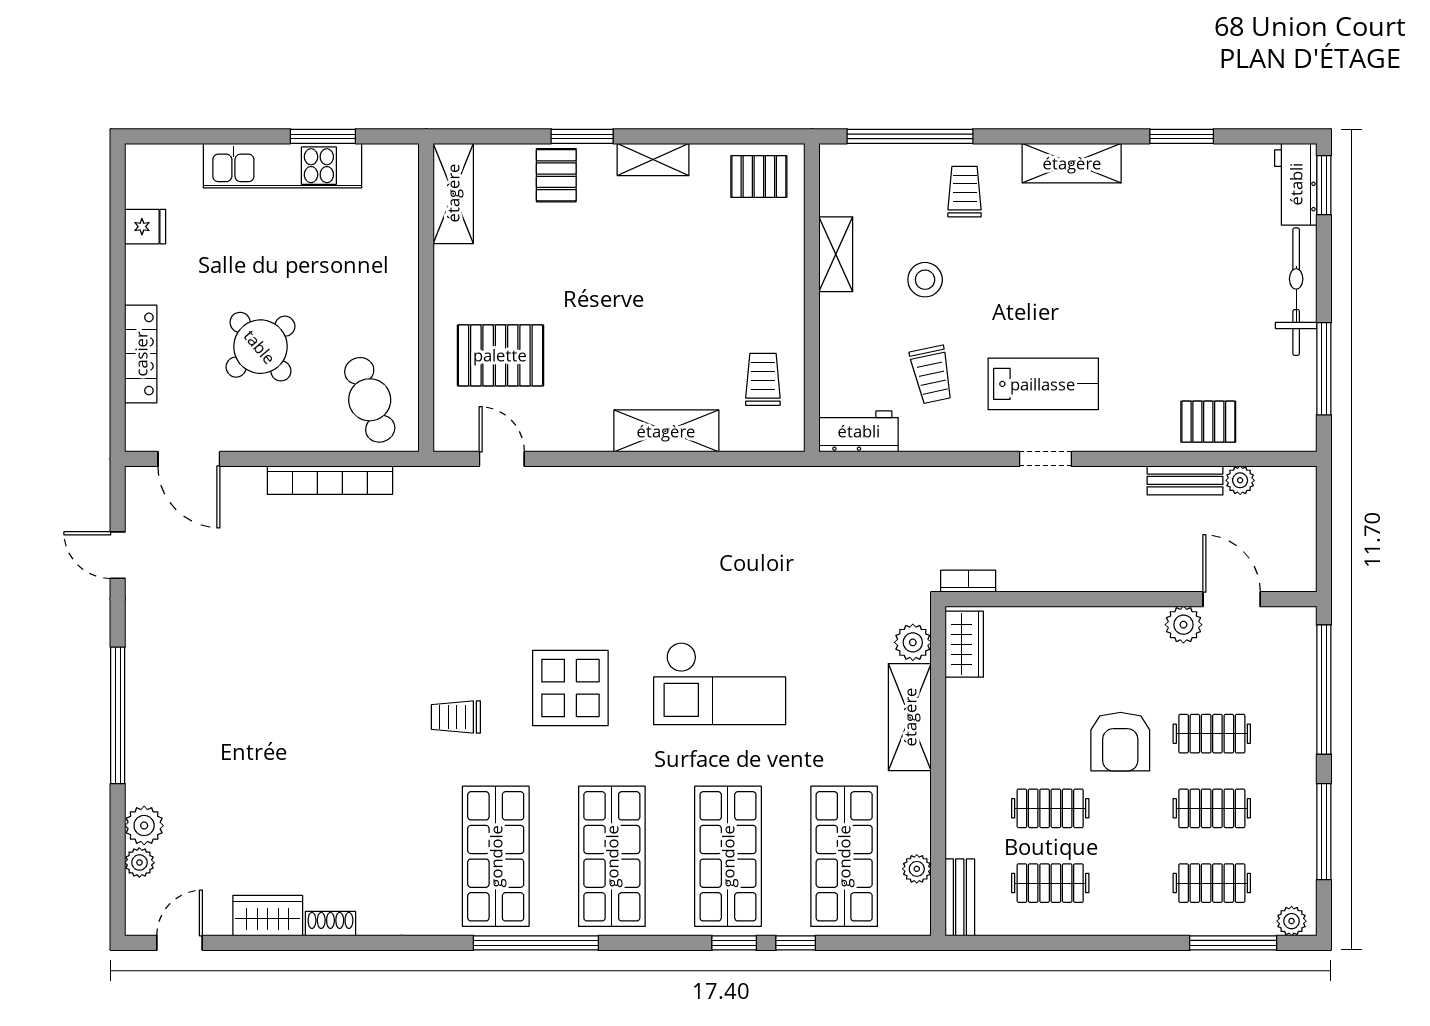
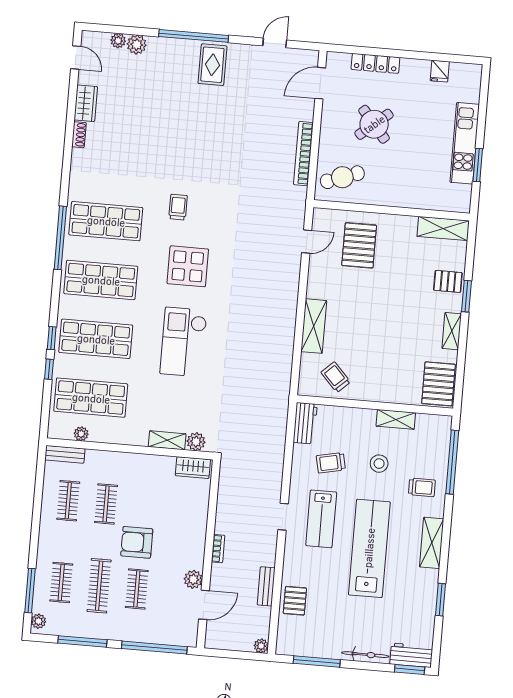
pallet: (759, 177) -> (438, 384), width x1.50, depth x1.42
lab bench: (1093, 284) -> (369, 548), added
bicycle: (1296, 292) -> (365, 655), width x0.73, depth x0.71
trolley: (763, 379) -> (336, 377), turned -133
plant: (1240, 480) -> (261, 646), moved
bookcase: (968, 581) -> (218, 549), moved
rug: (171, 674) -> (212, 65), added
shelving: (910, 717) -> (167, 440), width x0.67, depth x0.75
clothes rail: (1212, 808) -> (99, 586), width x1.36

